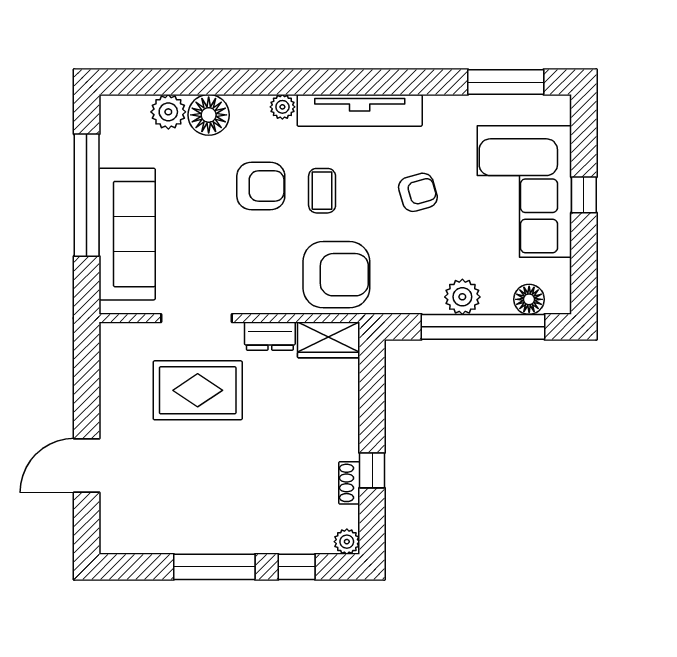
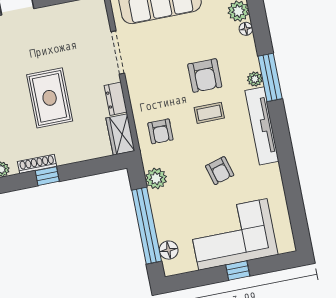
window: (506, 82) -> (270, 77), moved
floor lamp: (209, 115) -> (246, 29), width x0.53, depth x0.53
armchair: (336, 275) -> (160, 131), width x0.53, depth x0.53
plant: (462, 297) -> (156, 178), moved
rug: (198, 390) -> (50, 98), moved
shoe rack: (349, 483) -> (37, 164), width x1.43

